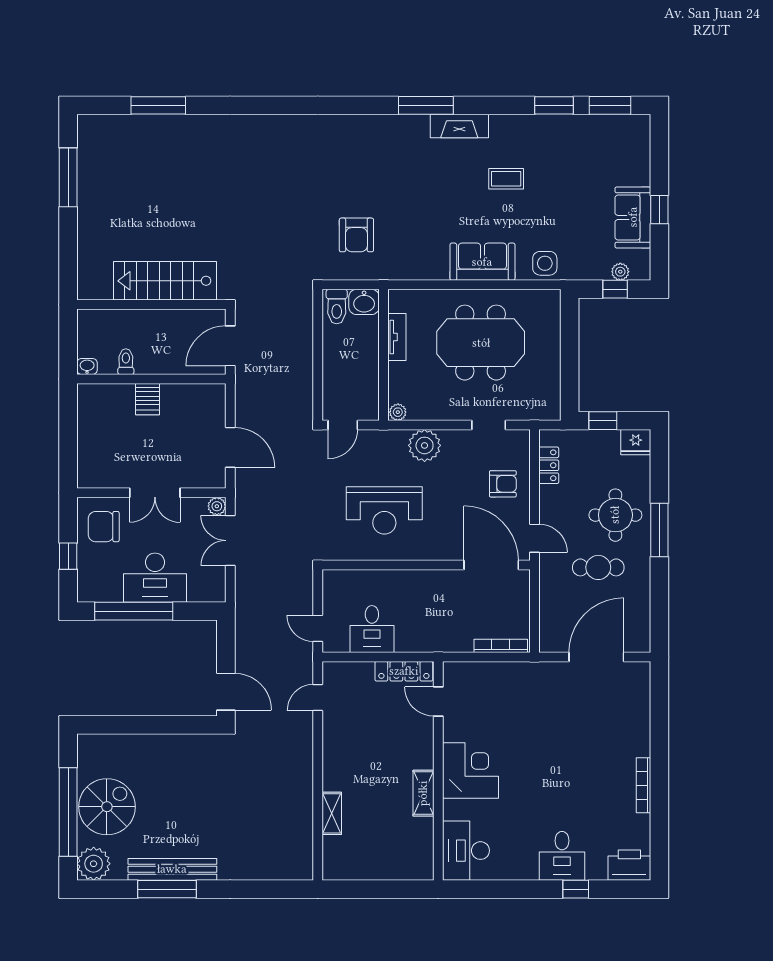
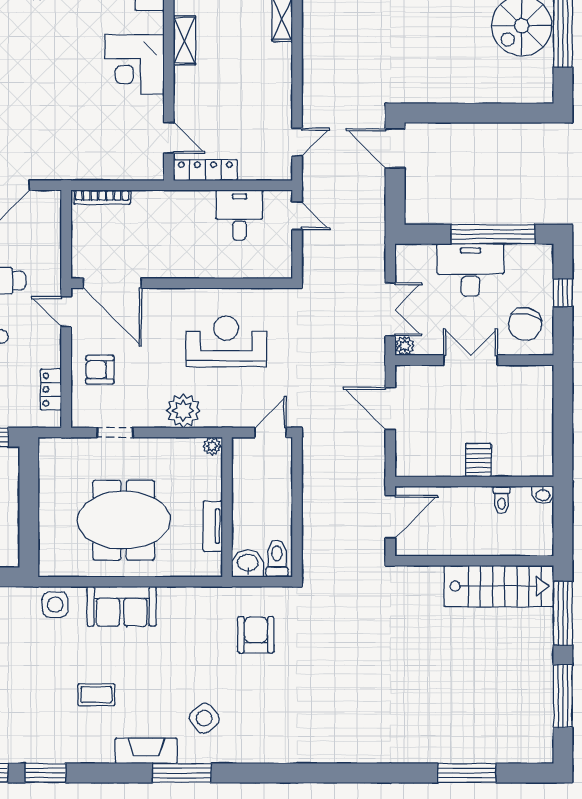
side table: (405, 157) -> (204, 718), added
window: (68, 255) -> (563, 613), added
stairs: (165, 281) -> (499, 586), moved
chair: (104, 527) -> (525, 324), turned 102

